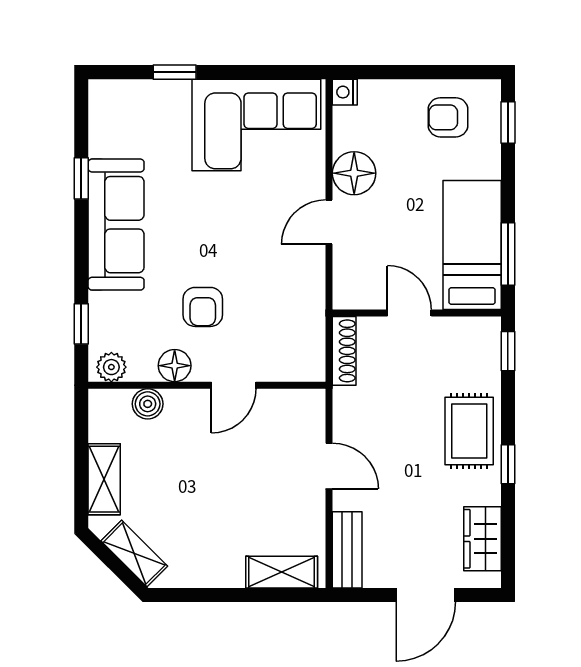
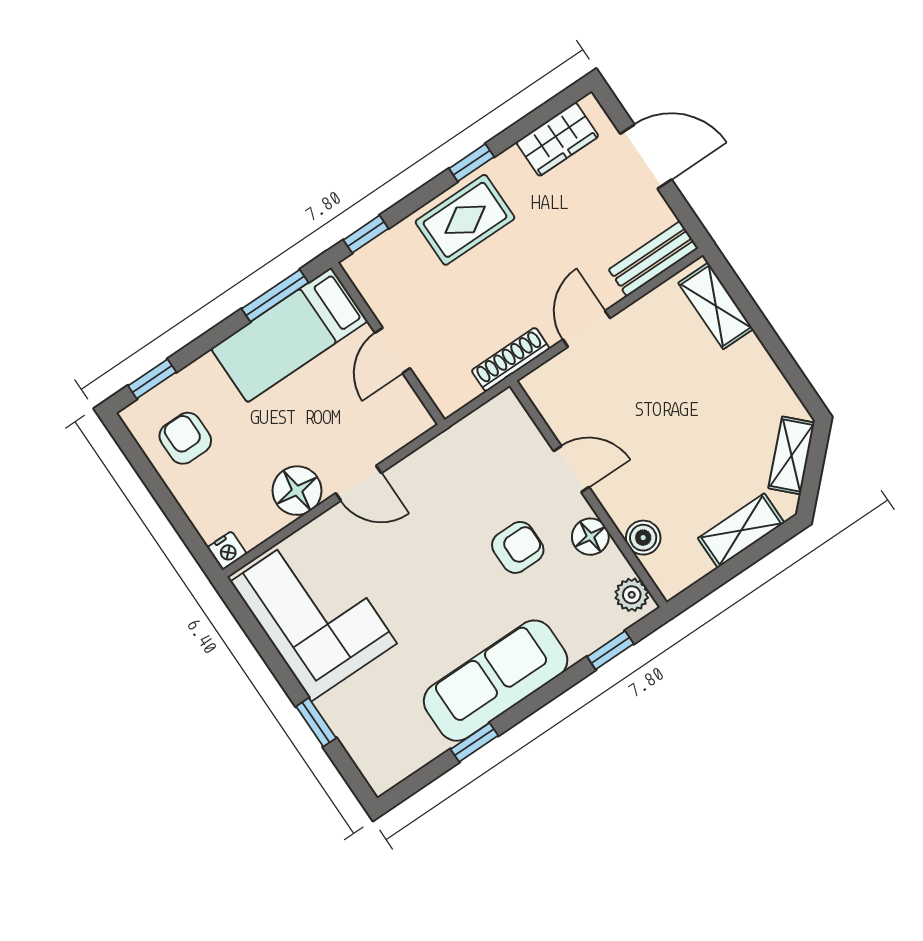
armchair: (448, 117) -> (185, 438), turned 180
shoe rack: (344, 351) -> (511, 359), moved

